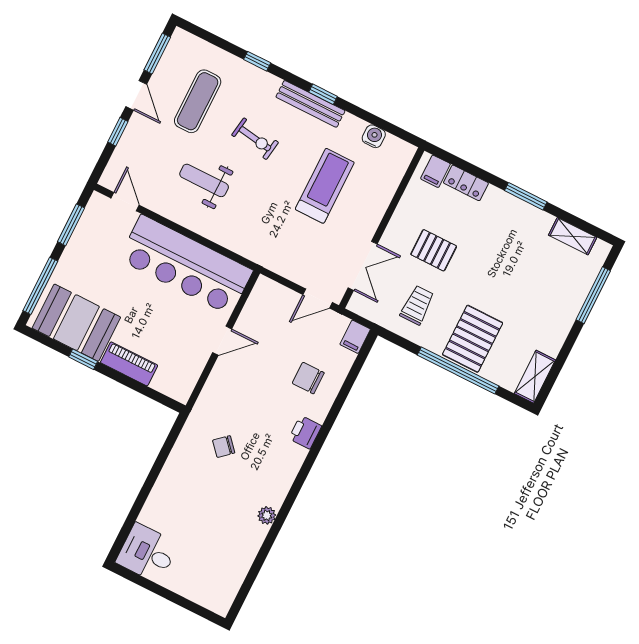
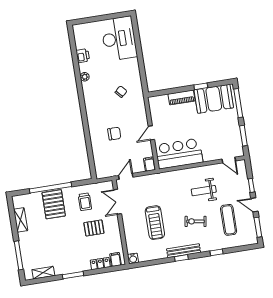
water cooler: (374, 136) -> (133, 258), moved
weight bench: (204, 180) -> (204, 191), turned 180
bar counter: (186, 265) -> (179, 154), width x0.73
filing cabinet: (355, 337) -> (150, 164), moved
shelving: (535, 377) -> (21, 220), moved
chair: (308, 378) -> (114, 134), moved
printer: (305, 432) -> (83, 56), moved
desk: (147, 553) -> (119, 39), width x1.87, depth x1.30

